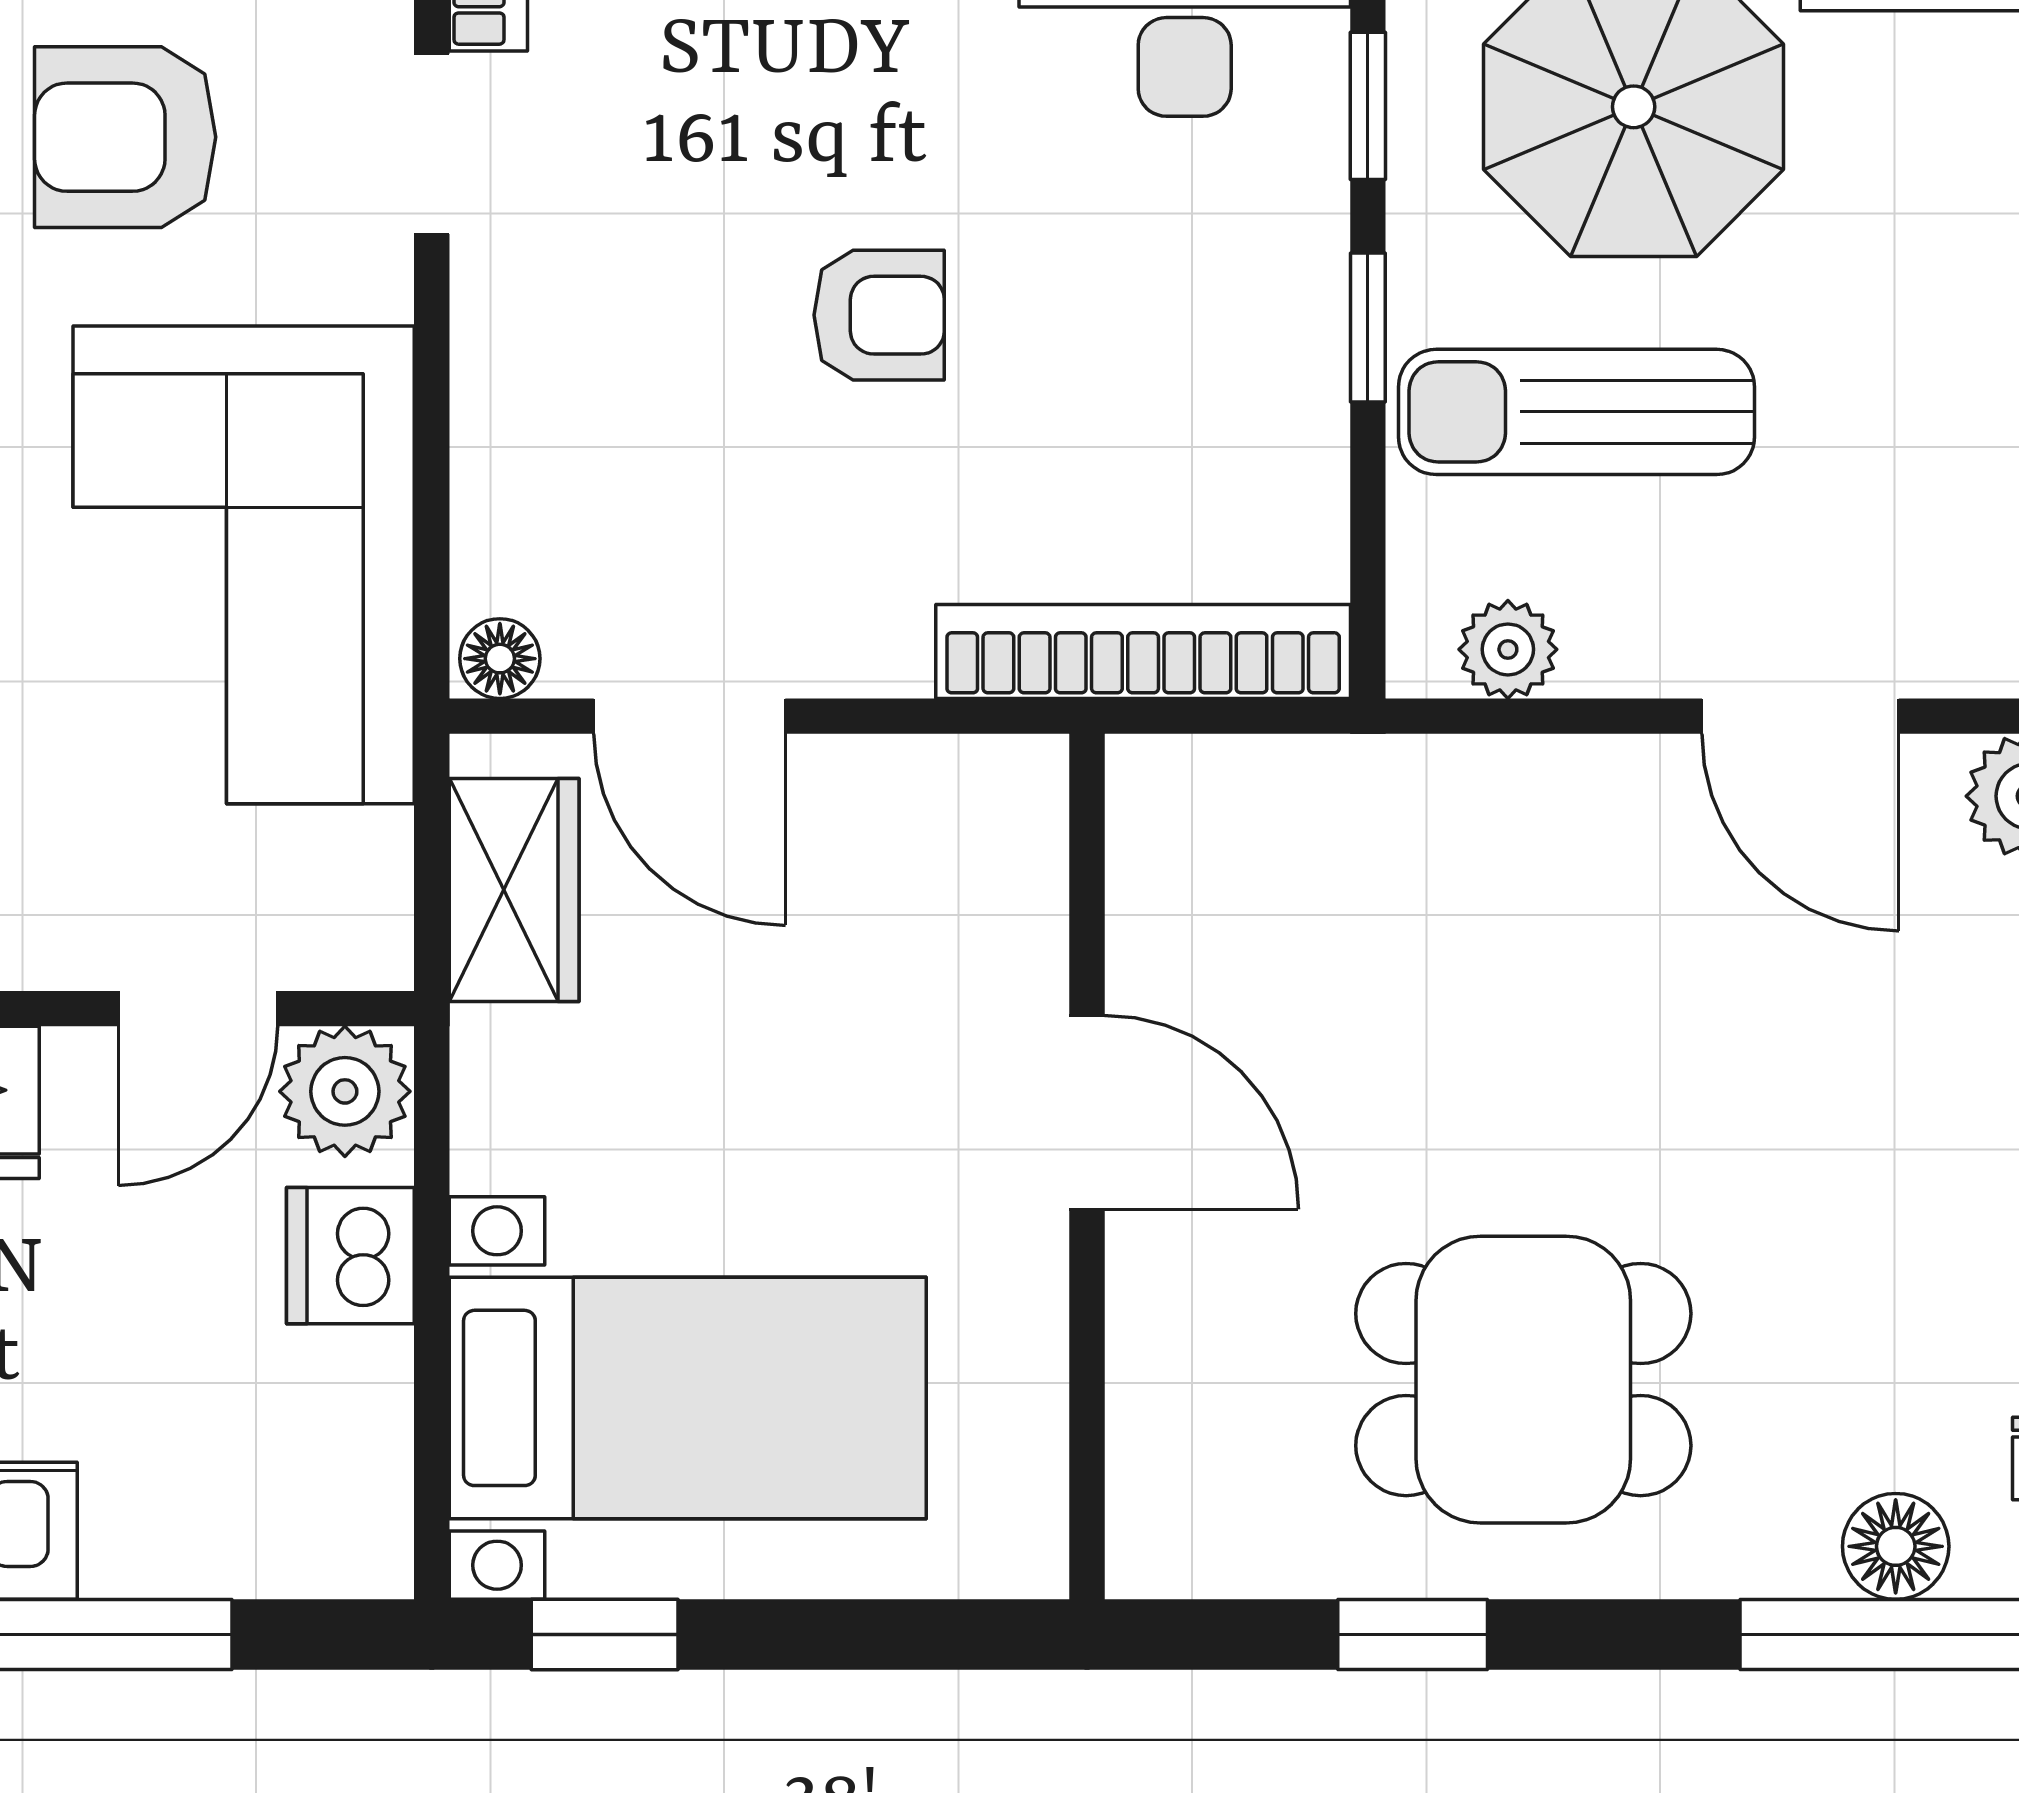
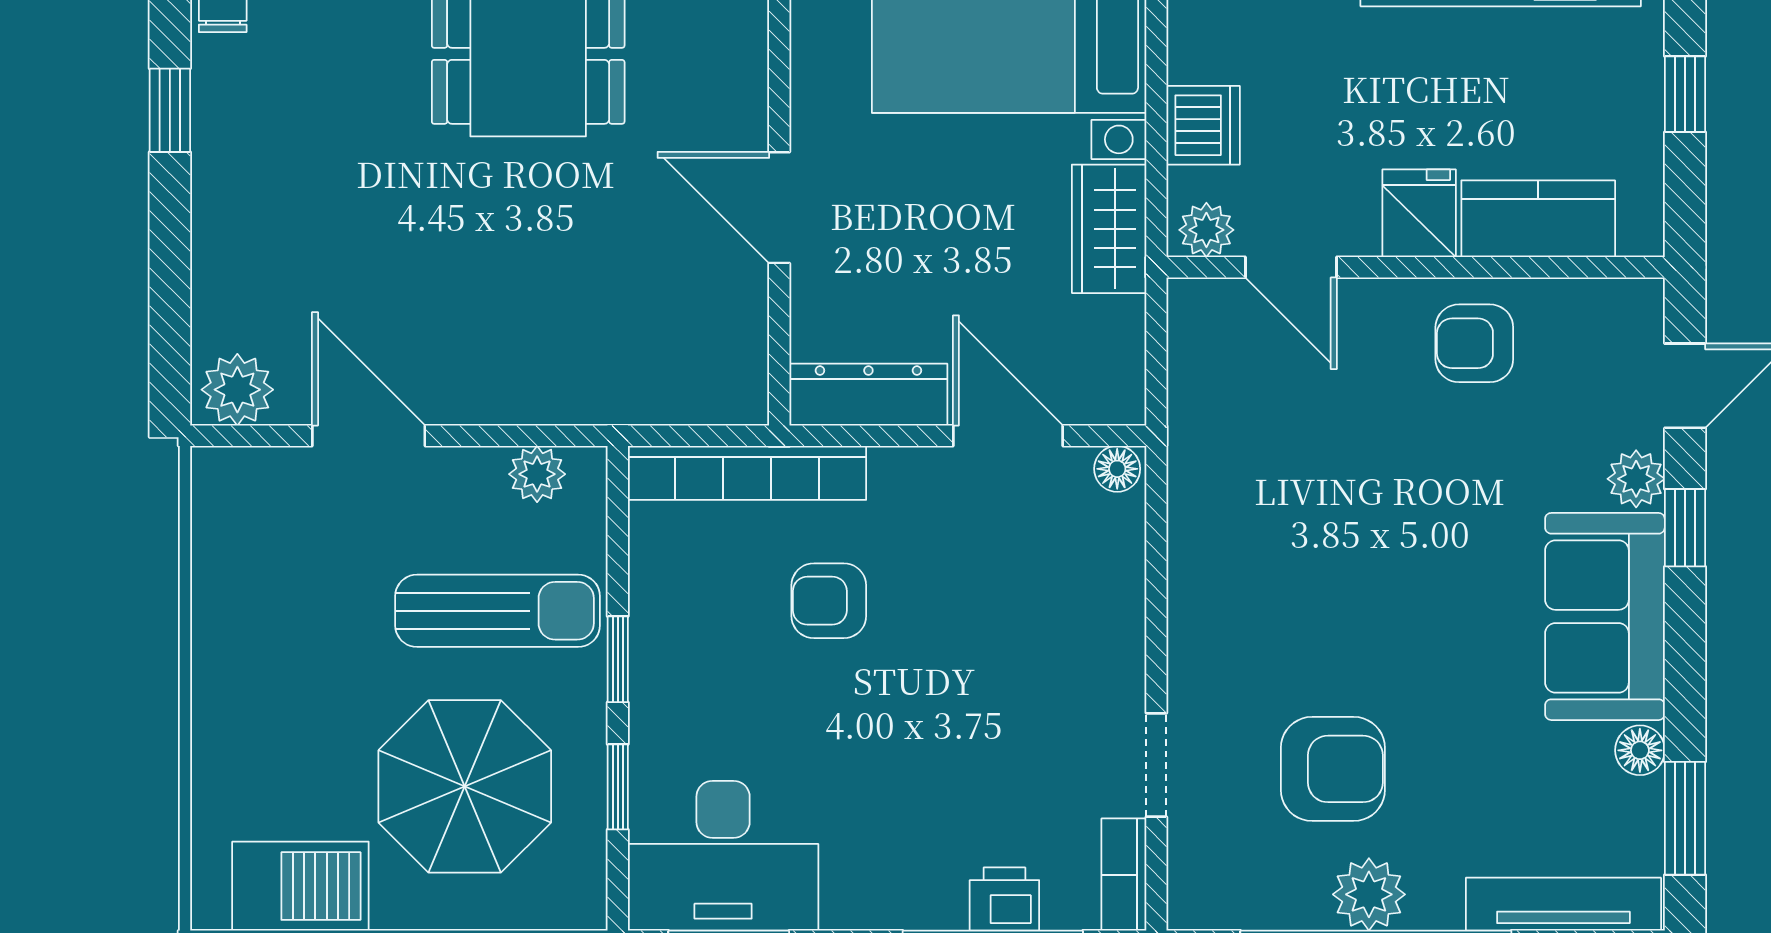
armchair: (879, 315) -> (829, 601), moved
corner sofa: (244, 565) -> (1265, 523), removed
dresser: (932, 787) -> (868, 395), added
wardrobe: (514, 890) -> (1109, 229), moved
door: (198, 1009) -> (1291, 267), swing flipped
plant: (345, 1091) -> (1206, 230), width x0.73, depth x0.73

